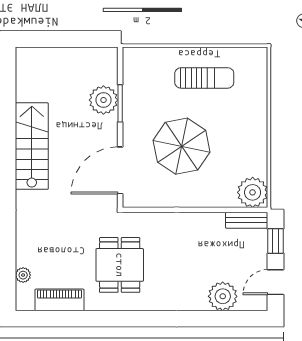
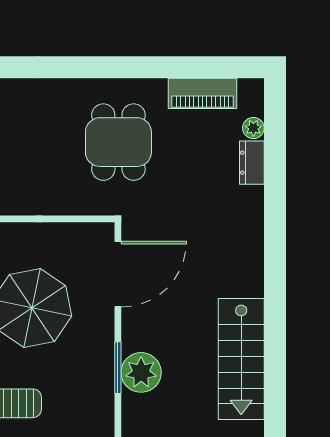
stairs: (32, 146) -> (241, 359), moved
dresser: (24, 250) -> (252, 163), added

